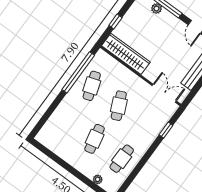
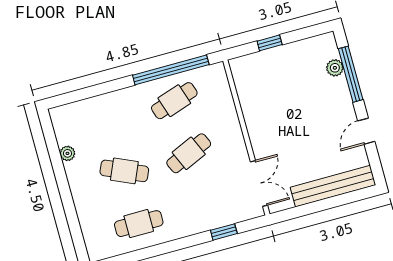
wardrobe: (126, 54) -> (250, 95), removed
cafe table: (95, 139) -> (124, 171), turned 36
plant: (98, 179) -> (67, 153), moved

